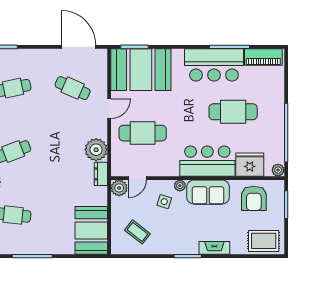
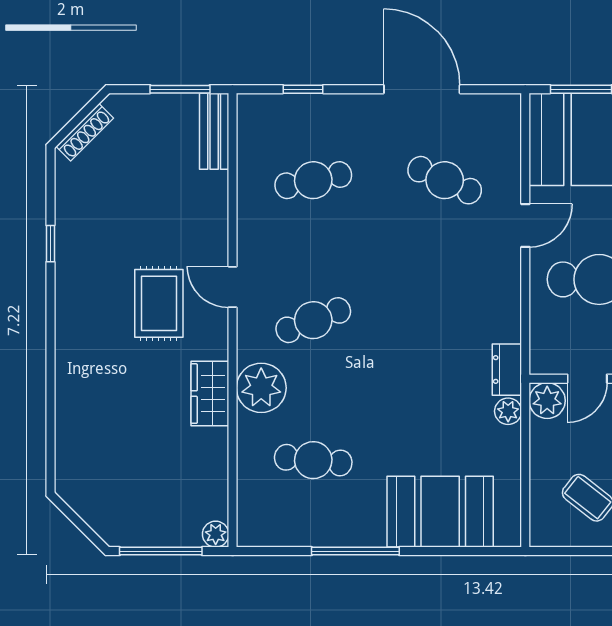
door: (79, 47) -> (422, 89), moved
plant: (96, 150) -> (508, 411), moved, width x0.53, depth x0.53
booth: (91, 230) -> (440, 512), moved, turned 90

